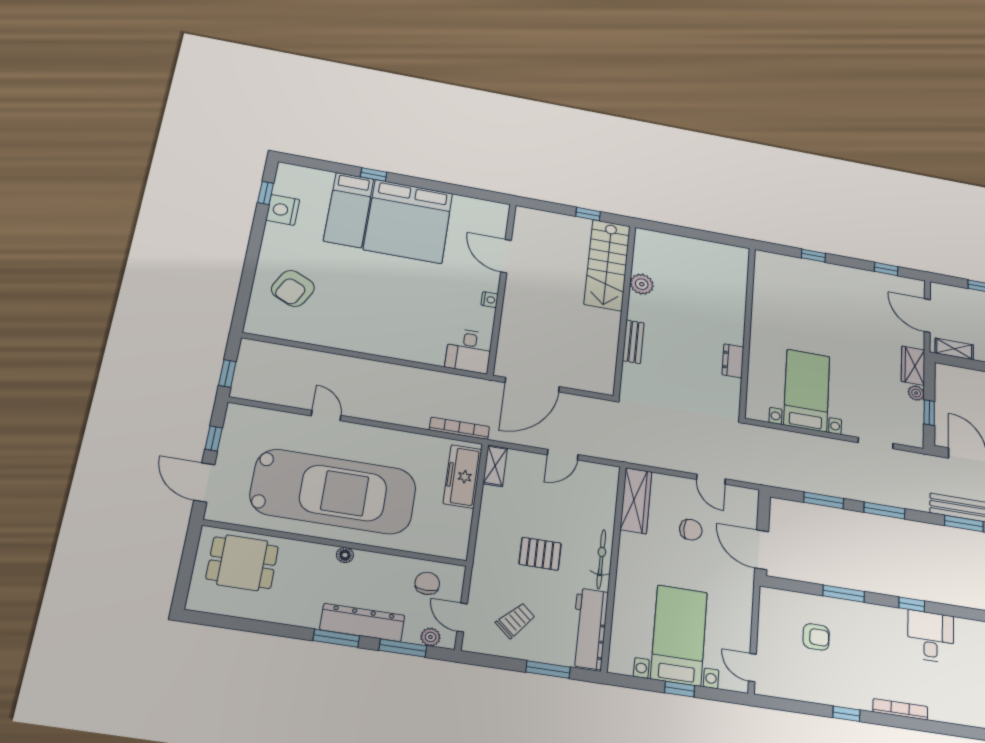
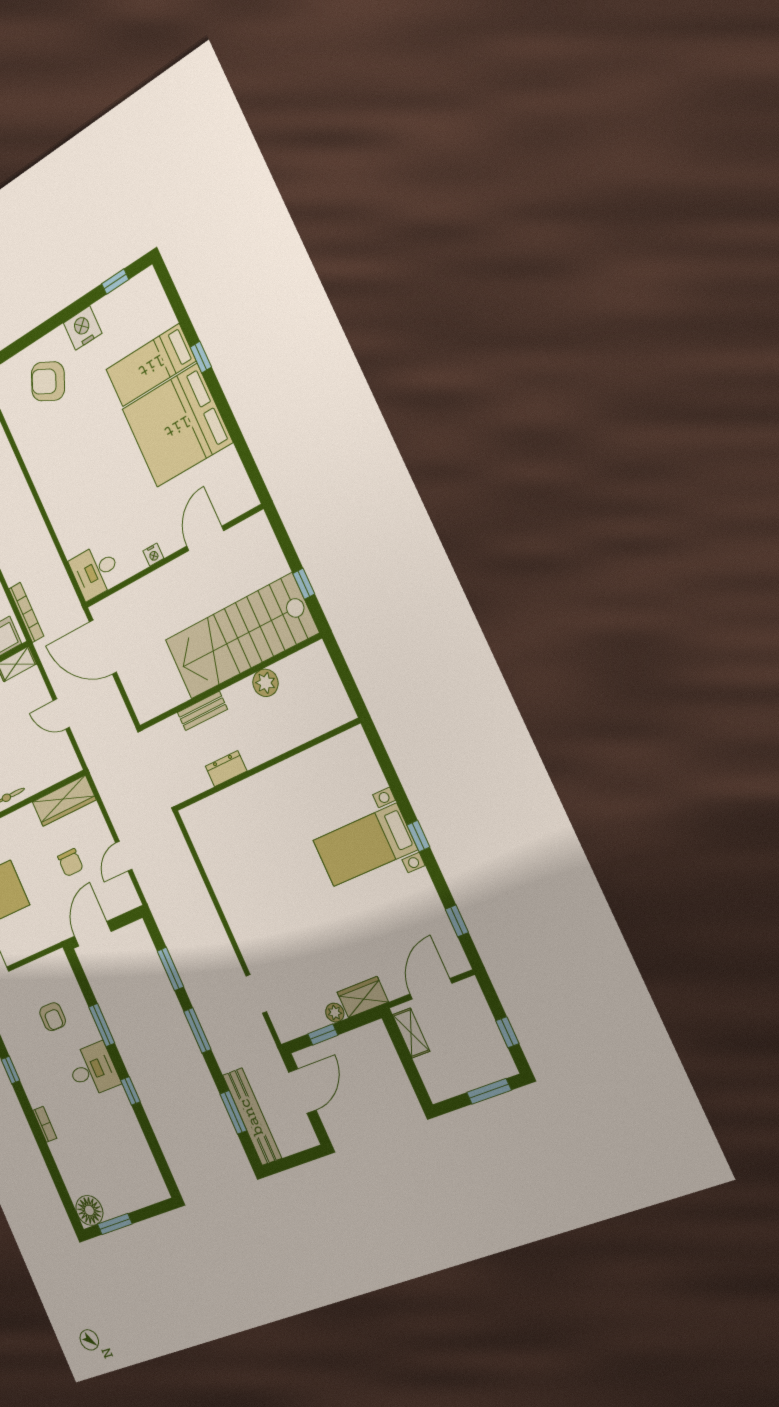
nightstand: (283, 210) -> (83, 328), moved
stairs: (607, 265) -> (241, 636), width x1.36, depth x1.51
wall: (747, 331) -> (266, 766), moved
dresser: (733, 361) -> (226, 769), moved
bed with nightstands: (807, 390) -> (365, 845), moved, turned 180
desk: (931, 636) -> (93, 1070), moved
bookcase: (900, 709) -> (45, 1124), width x0.64

